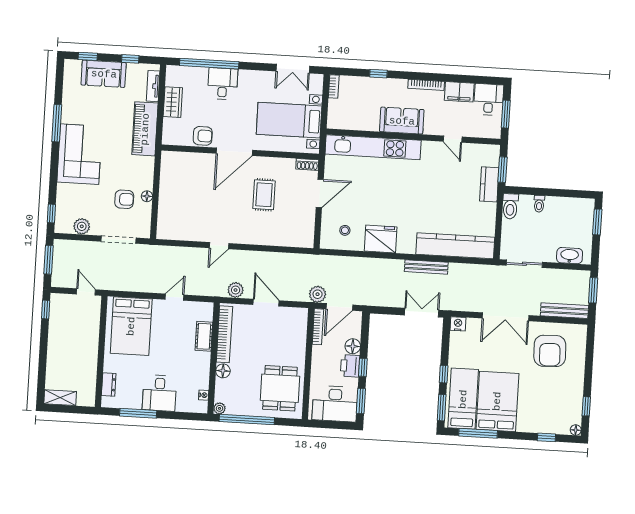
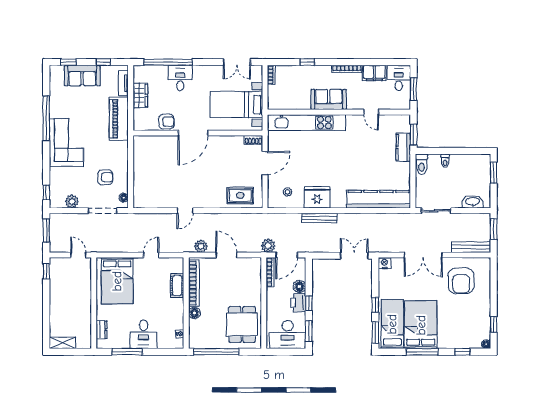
window: (57, 123) -> (46, 118), width x1.46
rug: (264, 195) -> (240, 195), moved, turned 90
floor lamp: (147, 196) -> (124, 198), moved
bench: (426, 267) -> (319, 218), moved
plant: (219, 408) -> (193, 344), removed
window: (478, 433) -> (422, 352), moved

